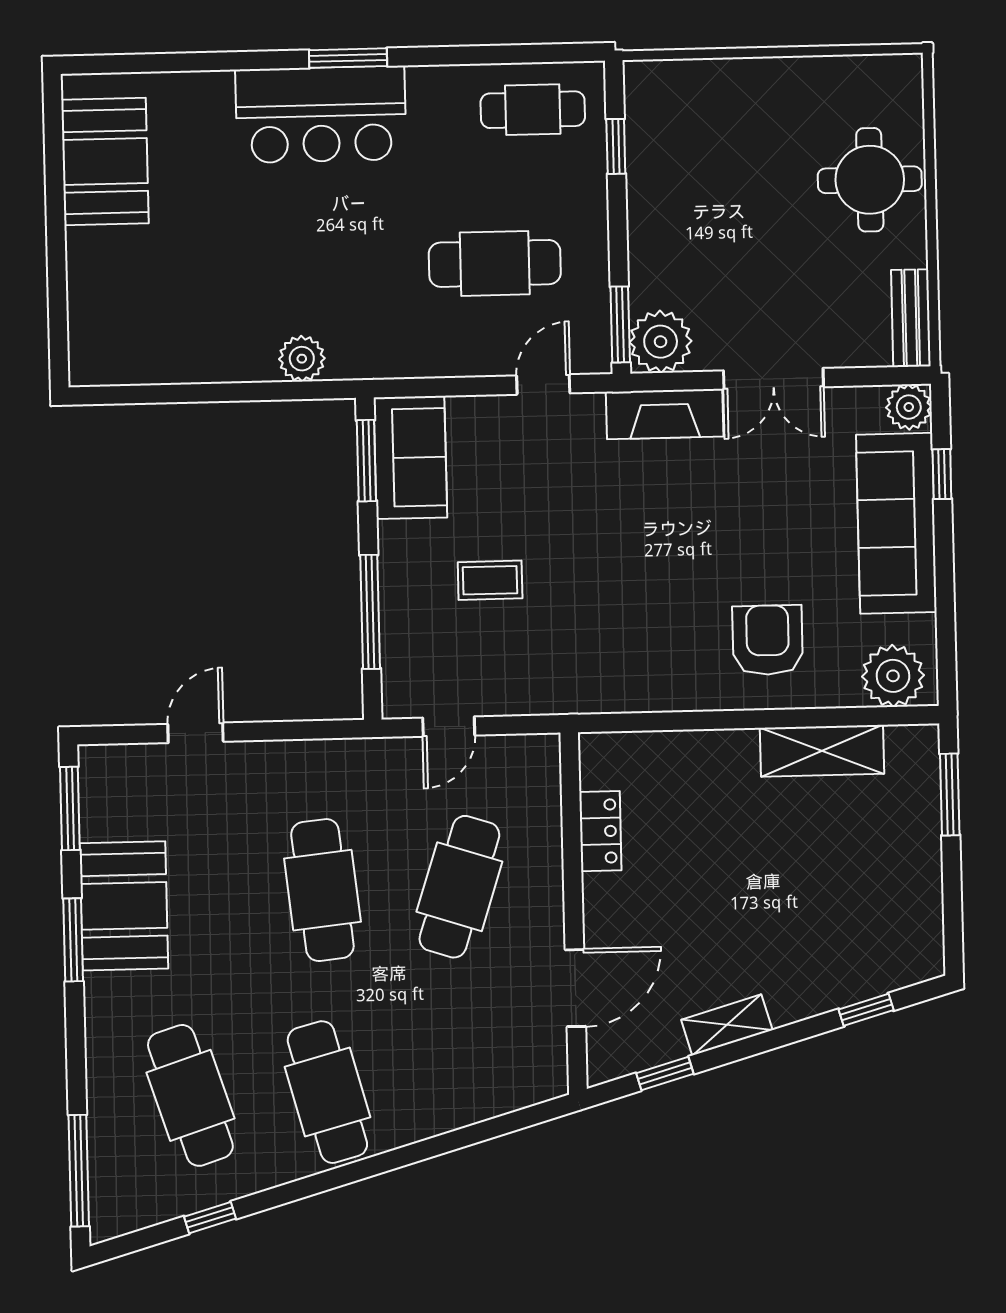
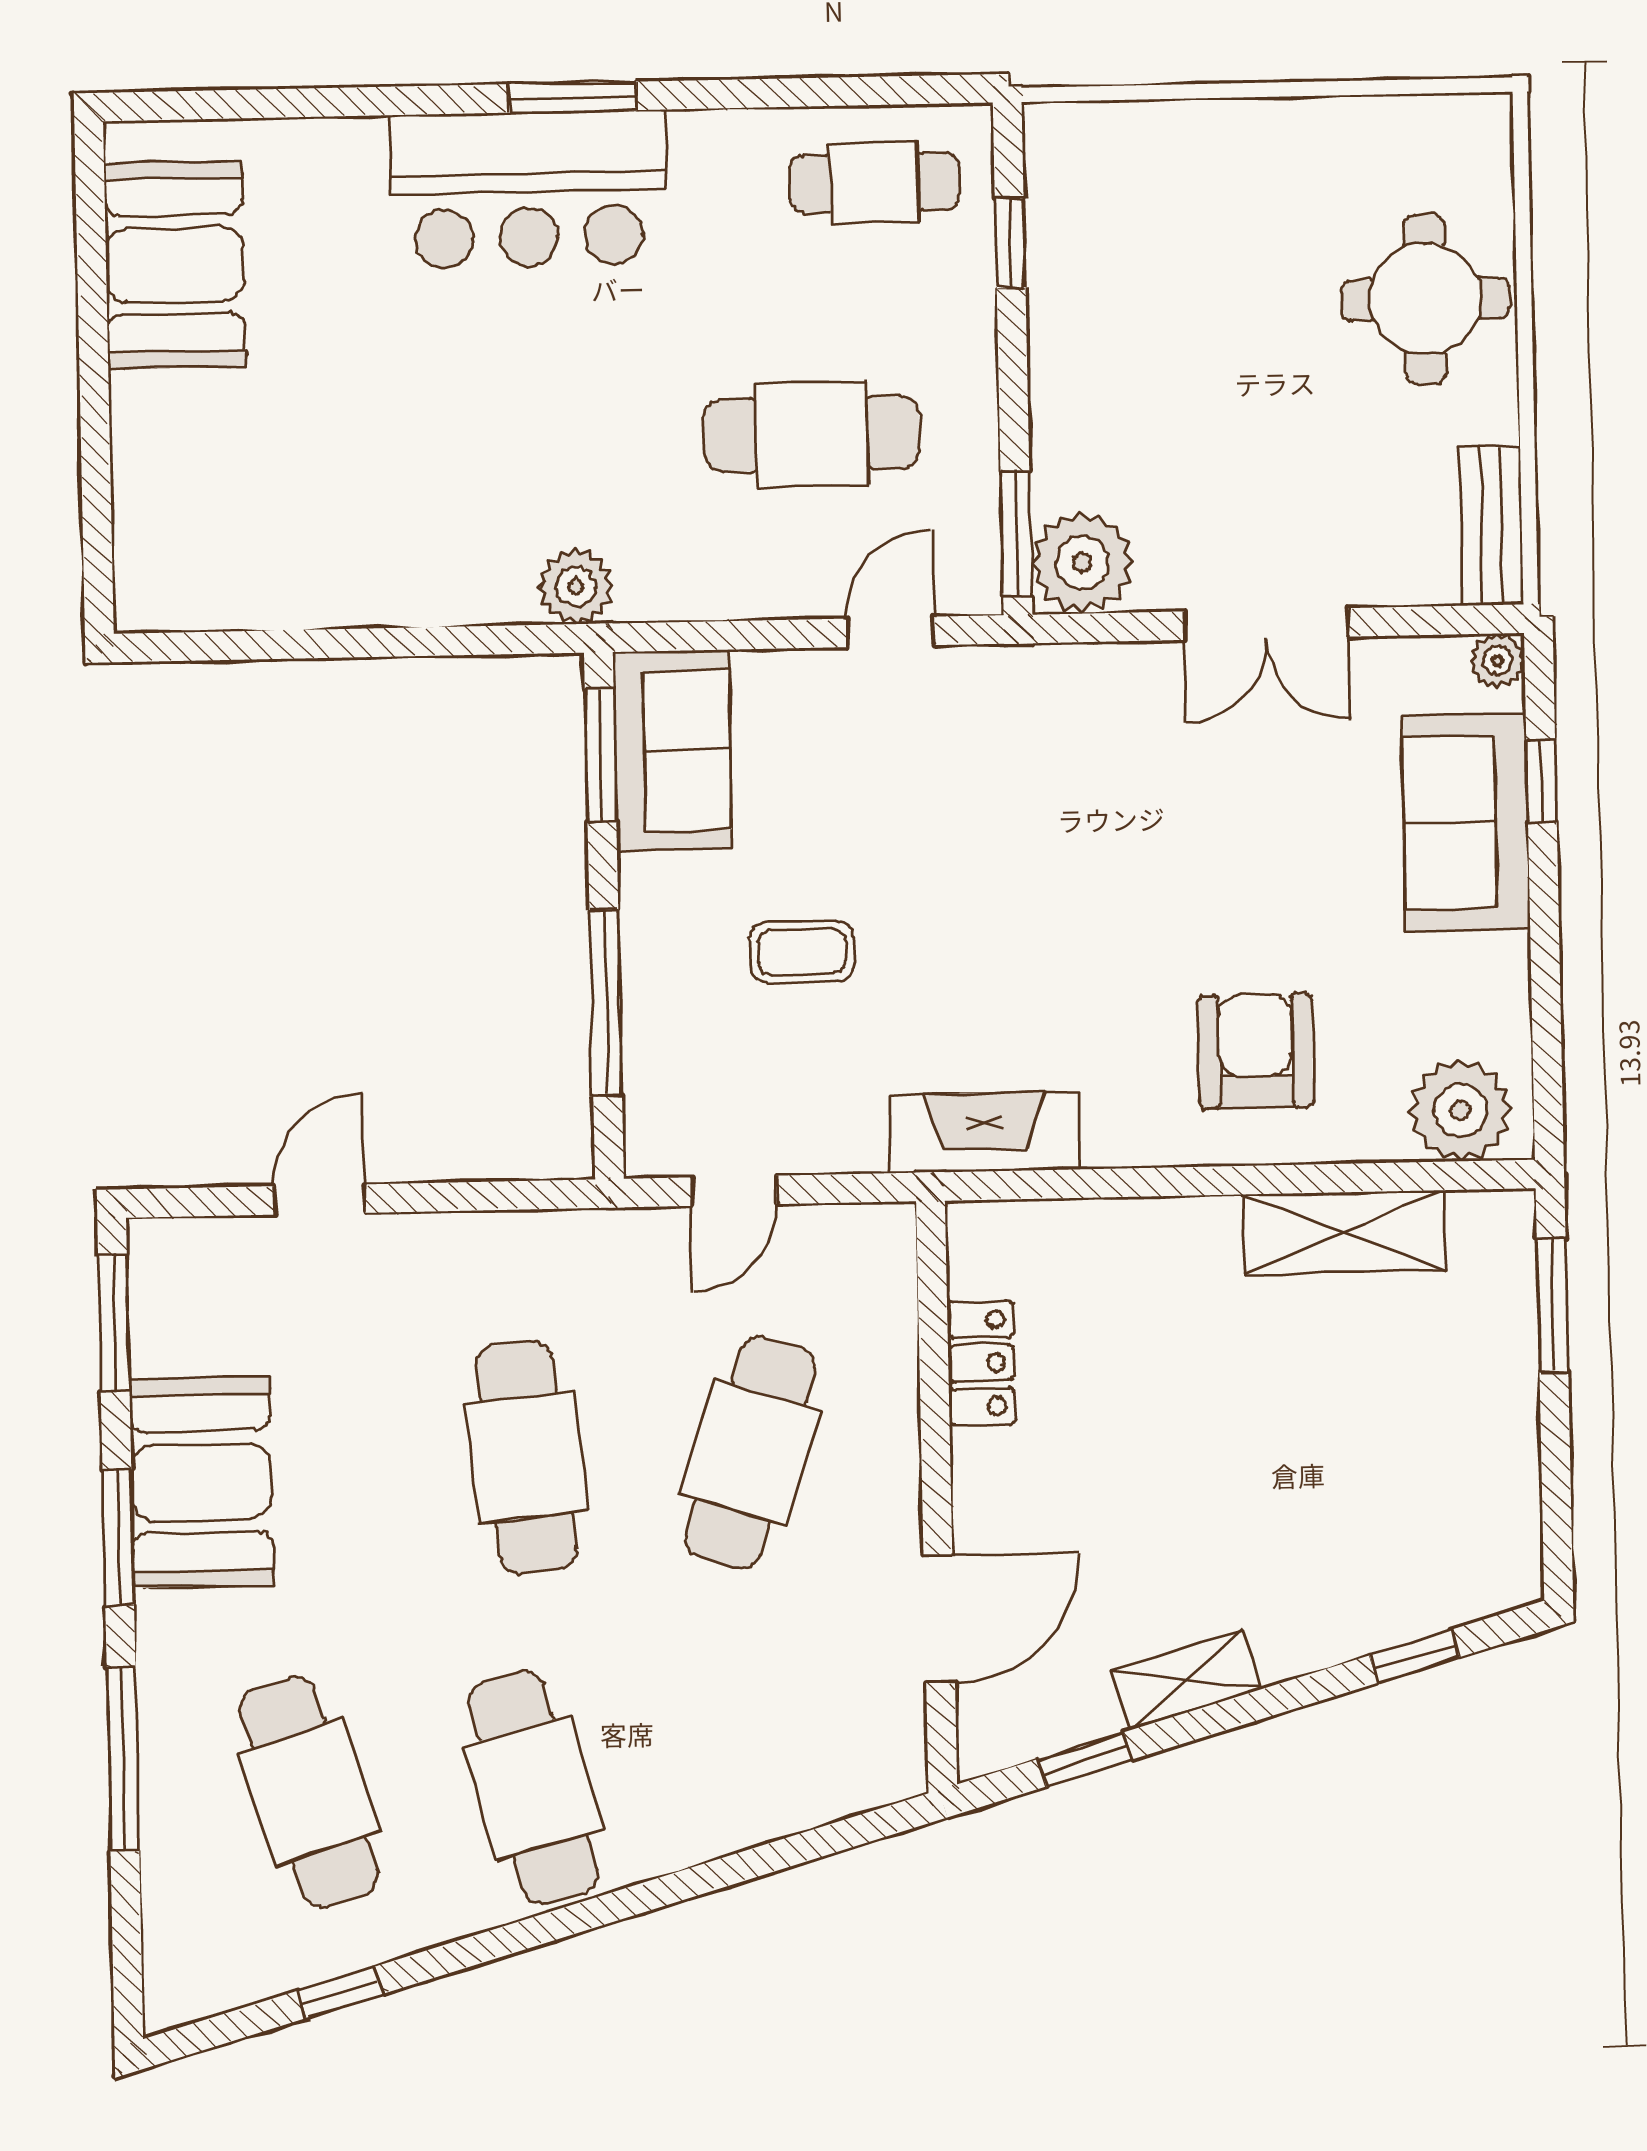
plant: (302, 359) -> (576, 587), moved
plant: (909, 407) -> (1498, 661), width x0.73, depth x0.73
fireplace: (665, 414) -> (984, 1132), moved, turned 180
sofa: (896, 523) -> (1466, 822), width x0.73
window: (79, 1171) -> (123, 1759), moved

